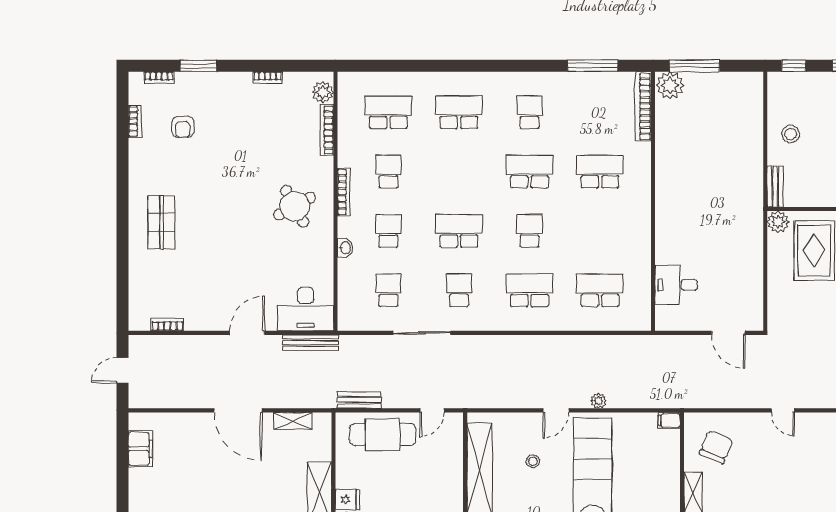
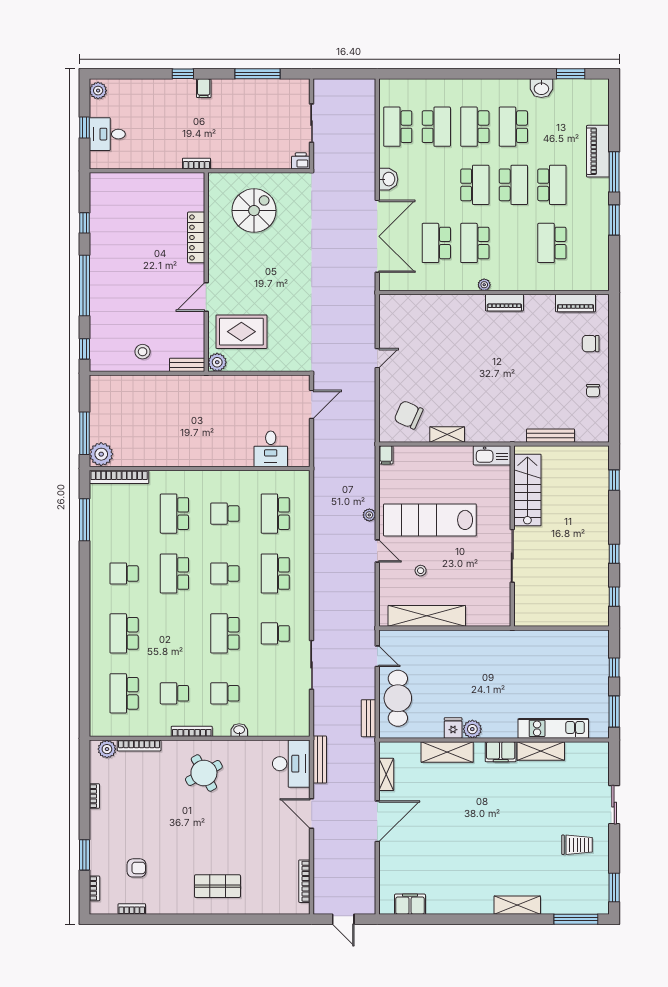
school desk: (388, 290) -> (225, 514), moved
bookcase: (167, 325) -> (304, 881), width x1.56

